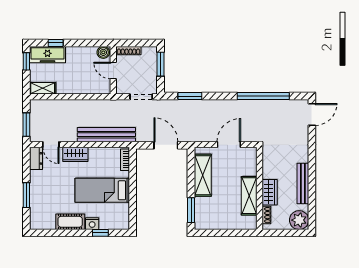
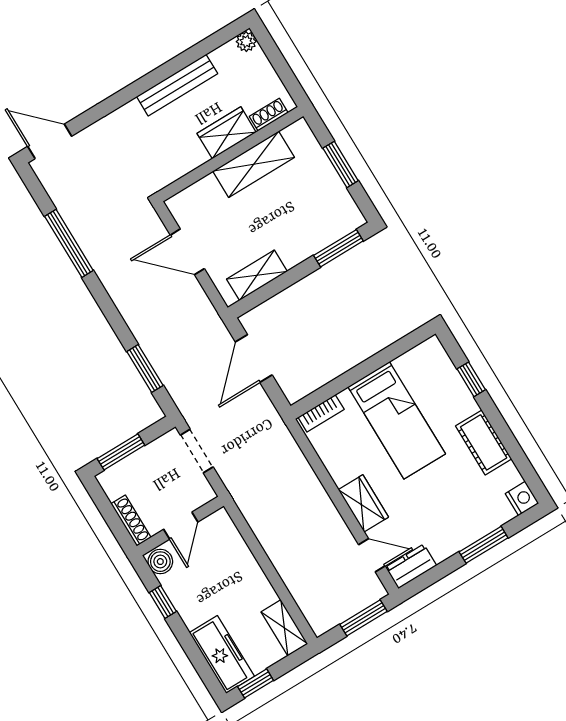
window: (56, 43) -> (163, 602), moved
window: (263, 96) -> (69, 243), width x0.68
bench: (106, 135) -> (298, 471), removed
door: (51, 145) -> (372, 555), hinge flipped
shelving: (203, 175) -> (257, 275), width x0.67, depth x0.75
plant: (299, 220) -> (246, 41), width x0.53, depth x0.53
nightstand: (92, 224) -> (522, 499), moved
window: (226, 233) -> (341, 164), added

